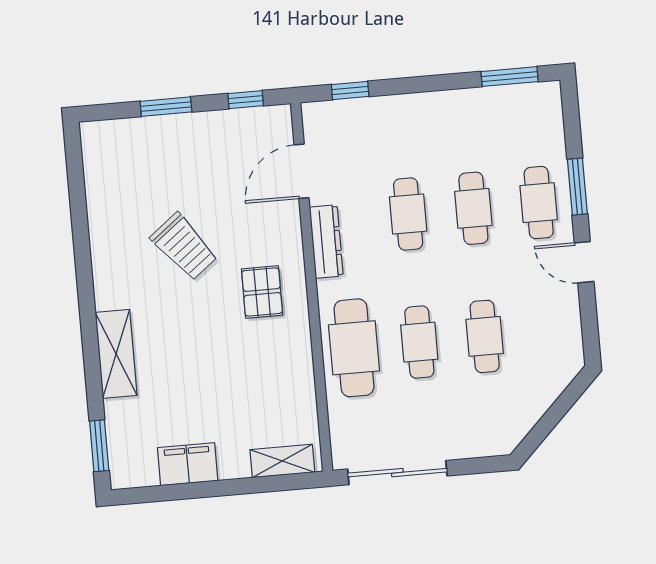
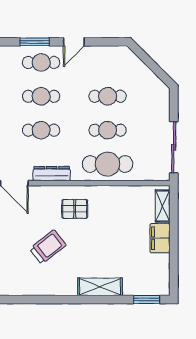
filing cabinet: (188, 464) -> (160, 238), moved

